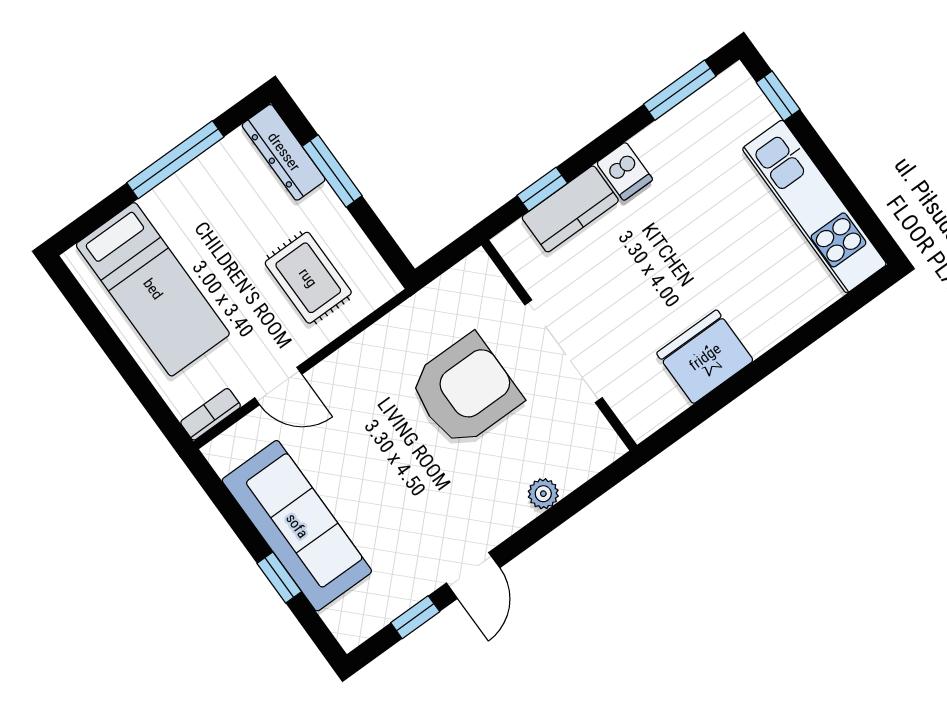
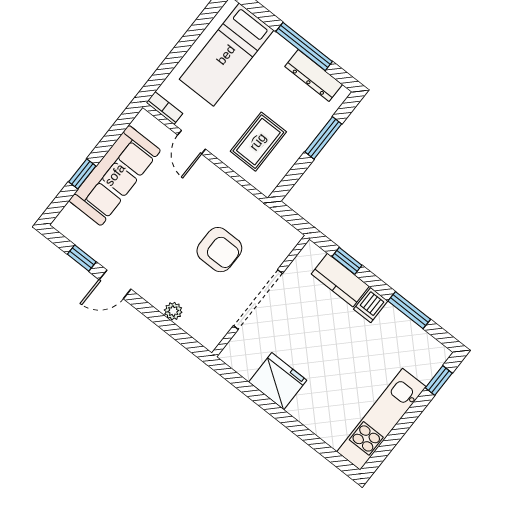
window: (680, 90) -> (409, 310), moved
dresser: (284, 152) -> (314, 76), moved, turned -90
armchair: (465, 391) -> (219, 250), width x0.73, depth x0.73

